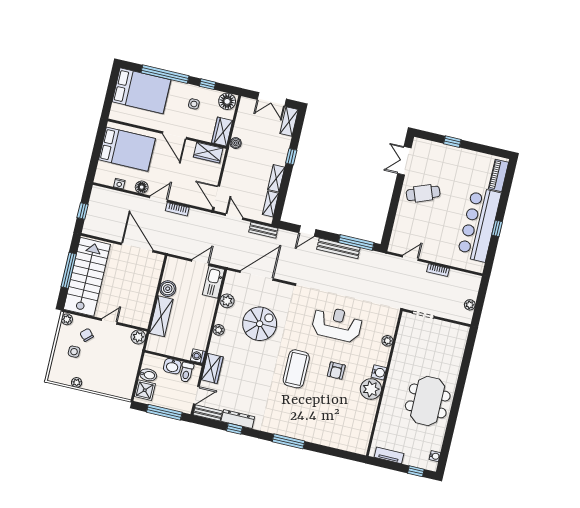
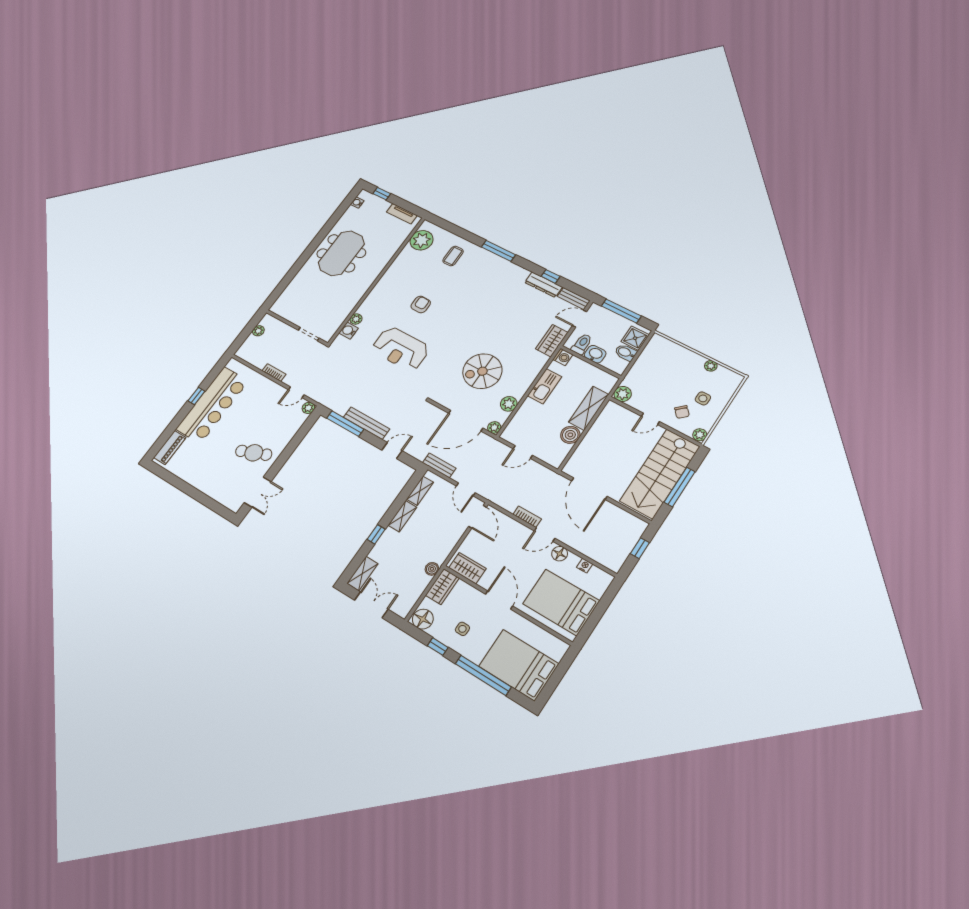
window: (452, 142) -> (199, 496), removed
plant: (394, 247) -> (308, 408), added
kitchen sink: (213, 282) -> (545, 386), moved
plant: (219, 330) -> (494, 427), moved
coffee table: (296, 369) -> (453, 256), moved, width x0.54, depth x0.58
water cooler: (379, 372) -> (349, 331), moved
plant: (371, 389) -> (422, 240), moved

